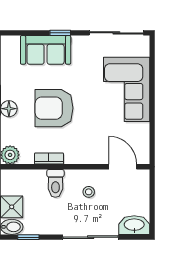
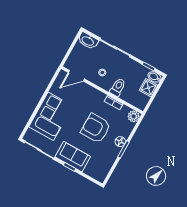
sofa: (46, 50) -> (73, 157), moved
armchair: (54, 108) -> (96, 128), turned 180
door: (123, 167) -> (76, 76), hinge flipped

